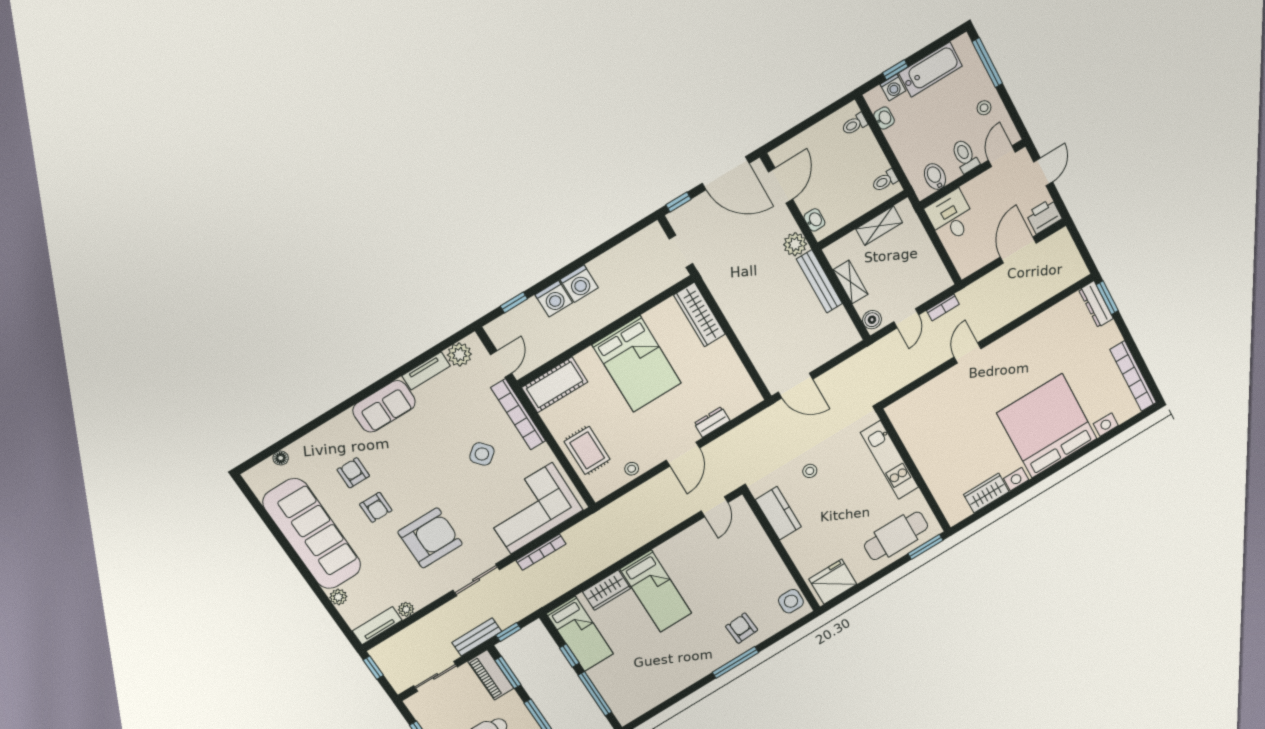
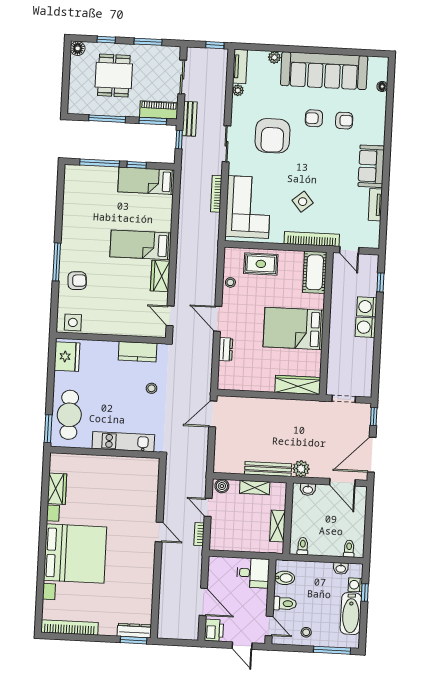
plant: (459, 355) -> (372, 230), removed
wardrobe: (606, 590) -> (160, 276), moved

